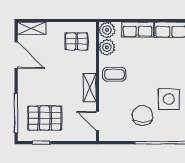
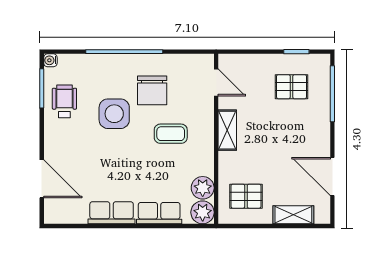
shelving: (32, 28) -> (293, 215), moved
coffee table: (114, 74) -> (171, 134), moved
pallet: (45, 118) -> (291, 87), width x0.67, depth x0.71

